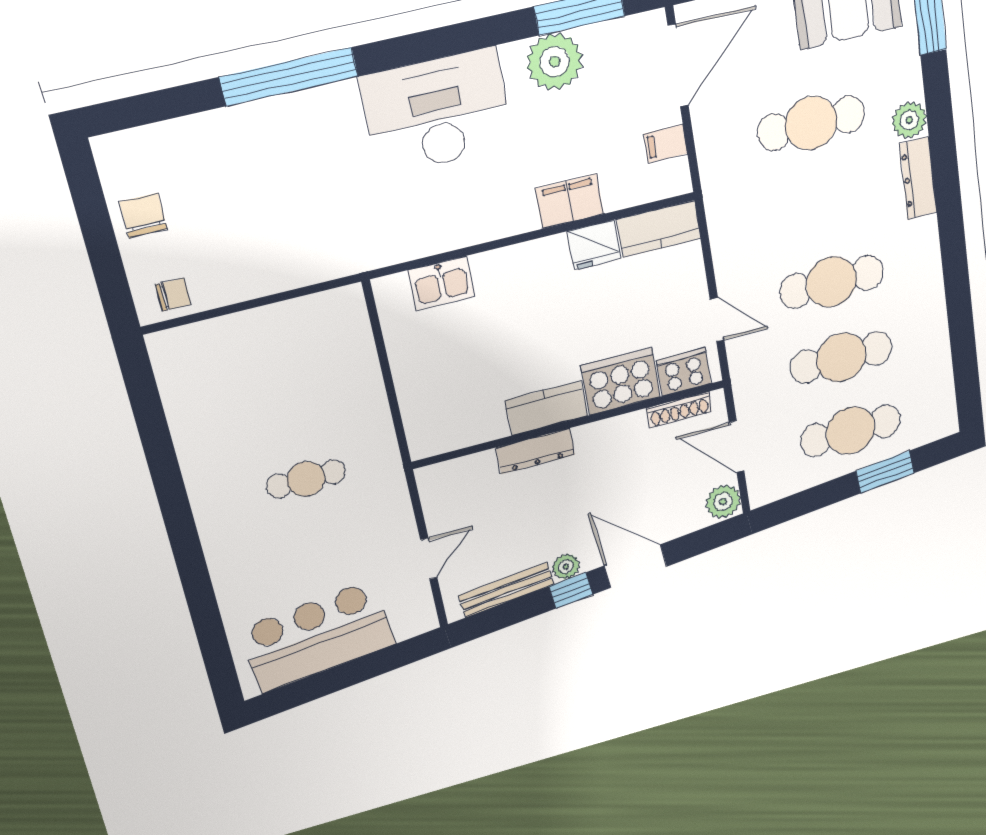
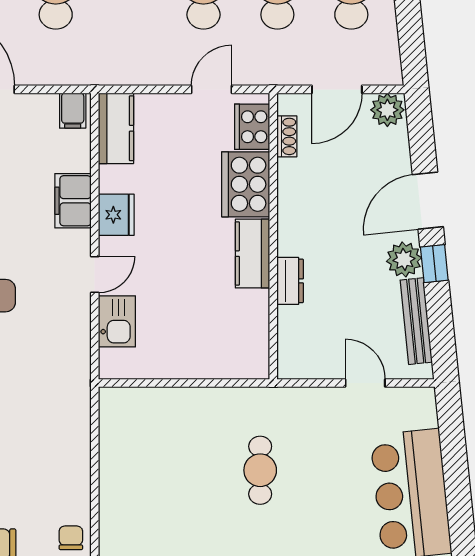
filing cabinet: (665, 144) -> (73, 111), moved
fridge: (594, 245) -> (116, 215), moved
door: (490, 246) -> (95, 275), added
shoe rack: (679, 410) -> (287, 136), width x0.70
dresser: (536, 451) -> (290, 281), width x0.70
plant: (566, 567) -> (404, 259), width x1.38, depth x1.38

